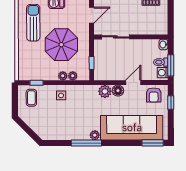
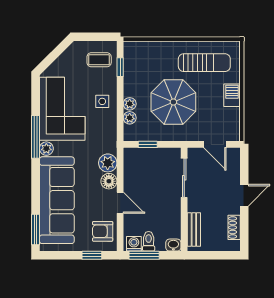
bench: (152, 30) -> (194, 230), added
corner sofa: (66, 124) -> (62, 109), added

